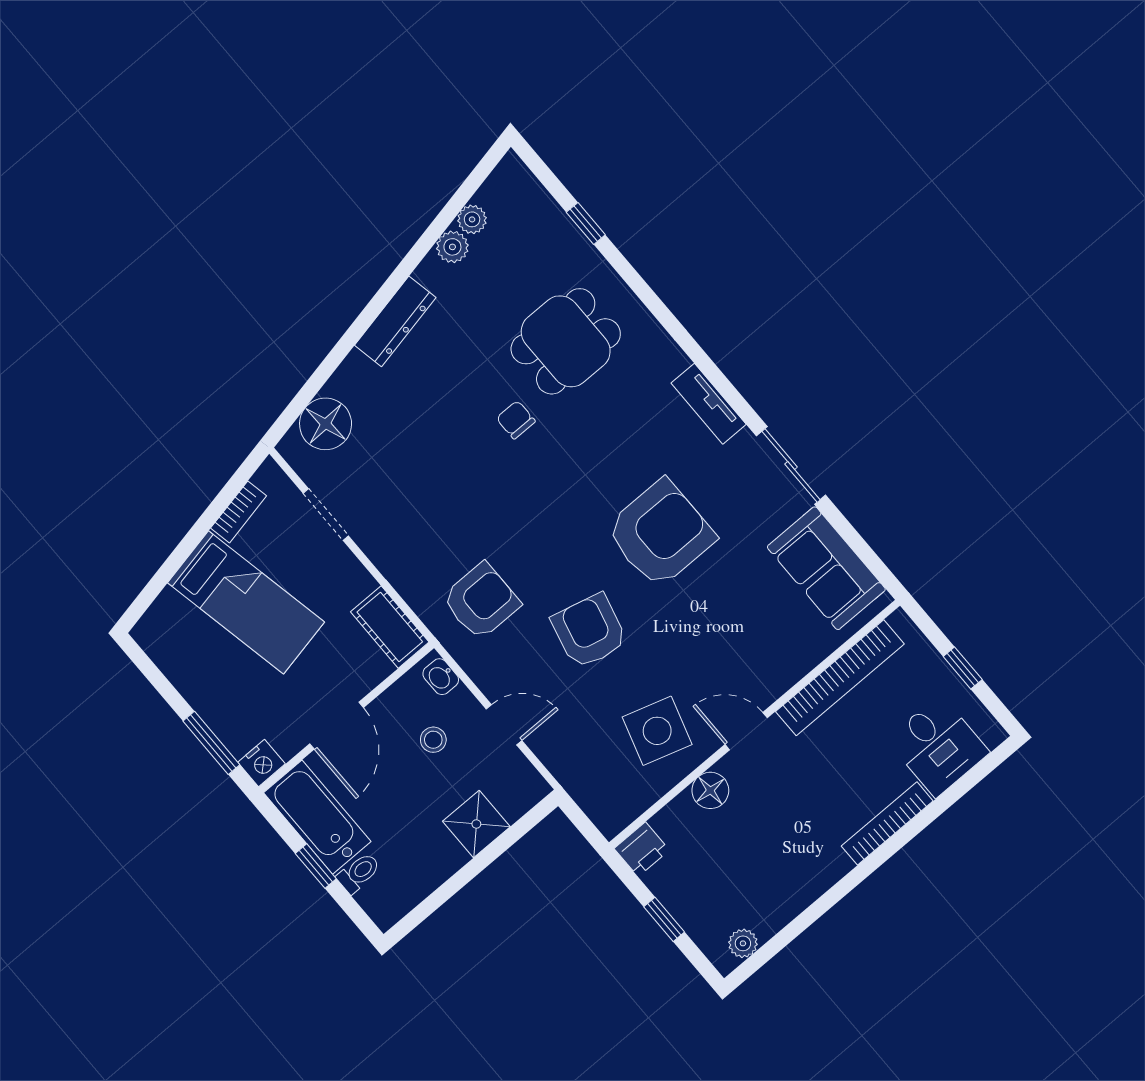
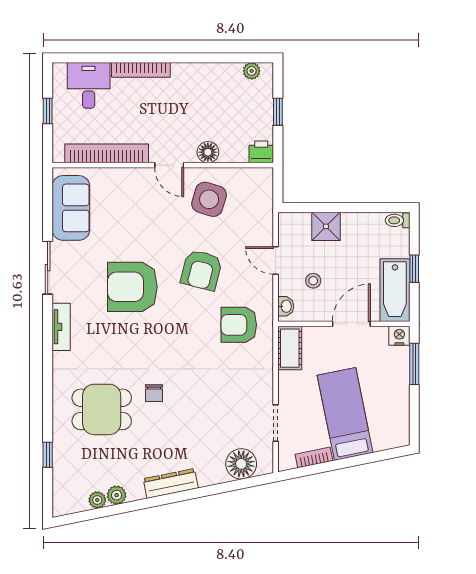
toilet: (359, 873) -> (398, 220), moved

